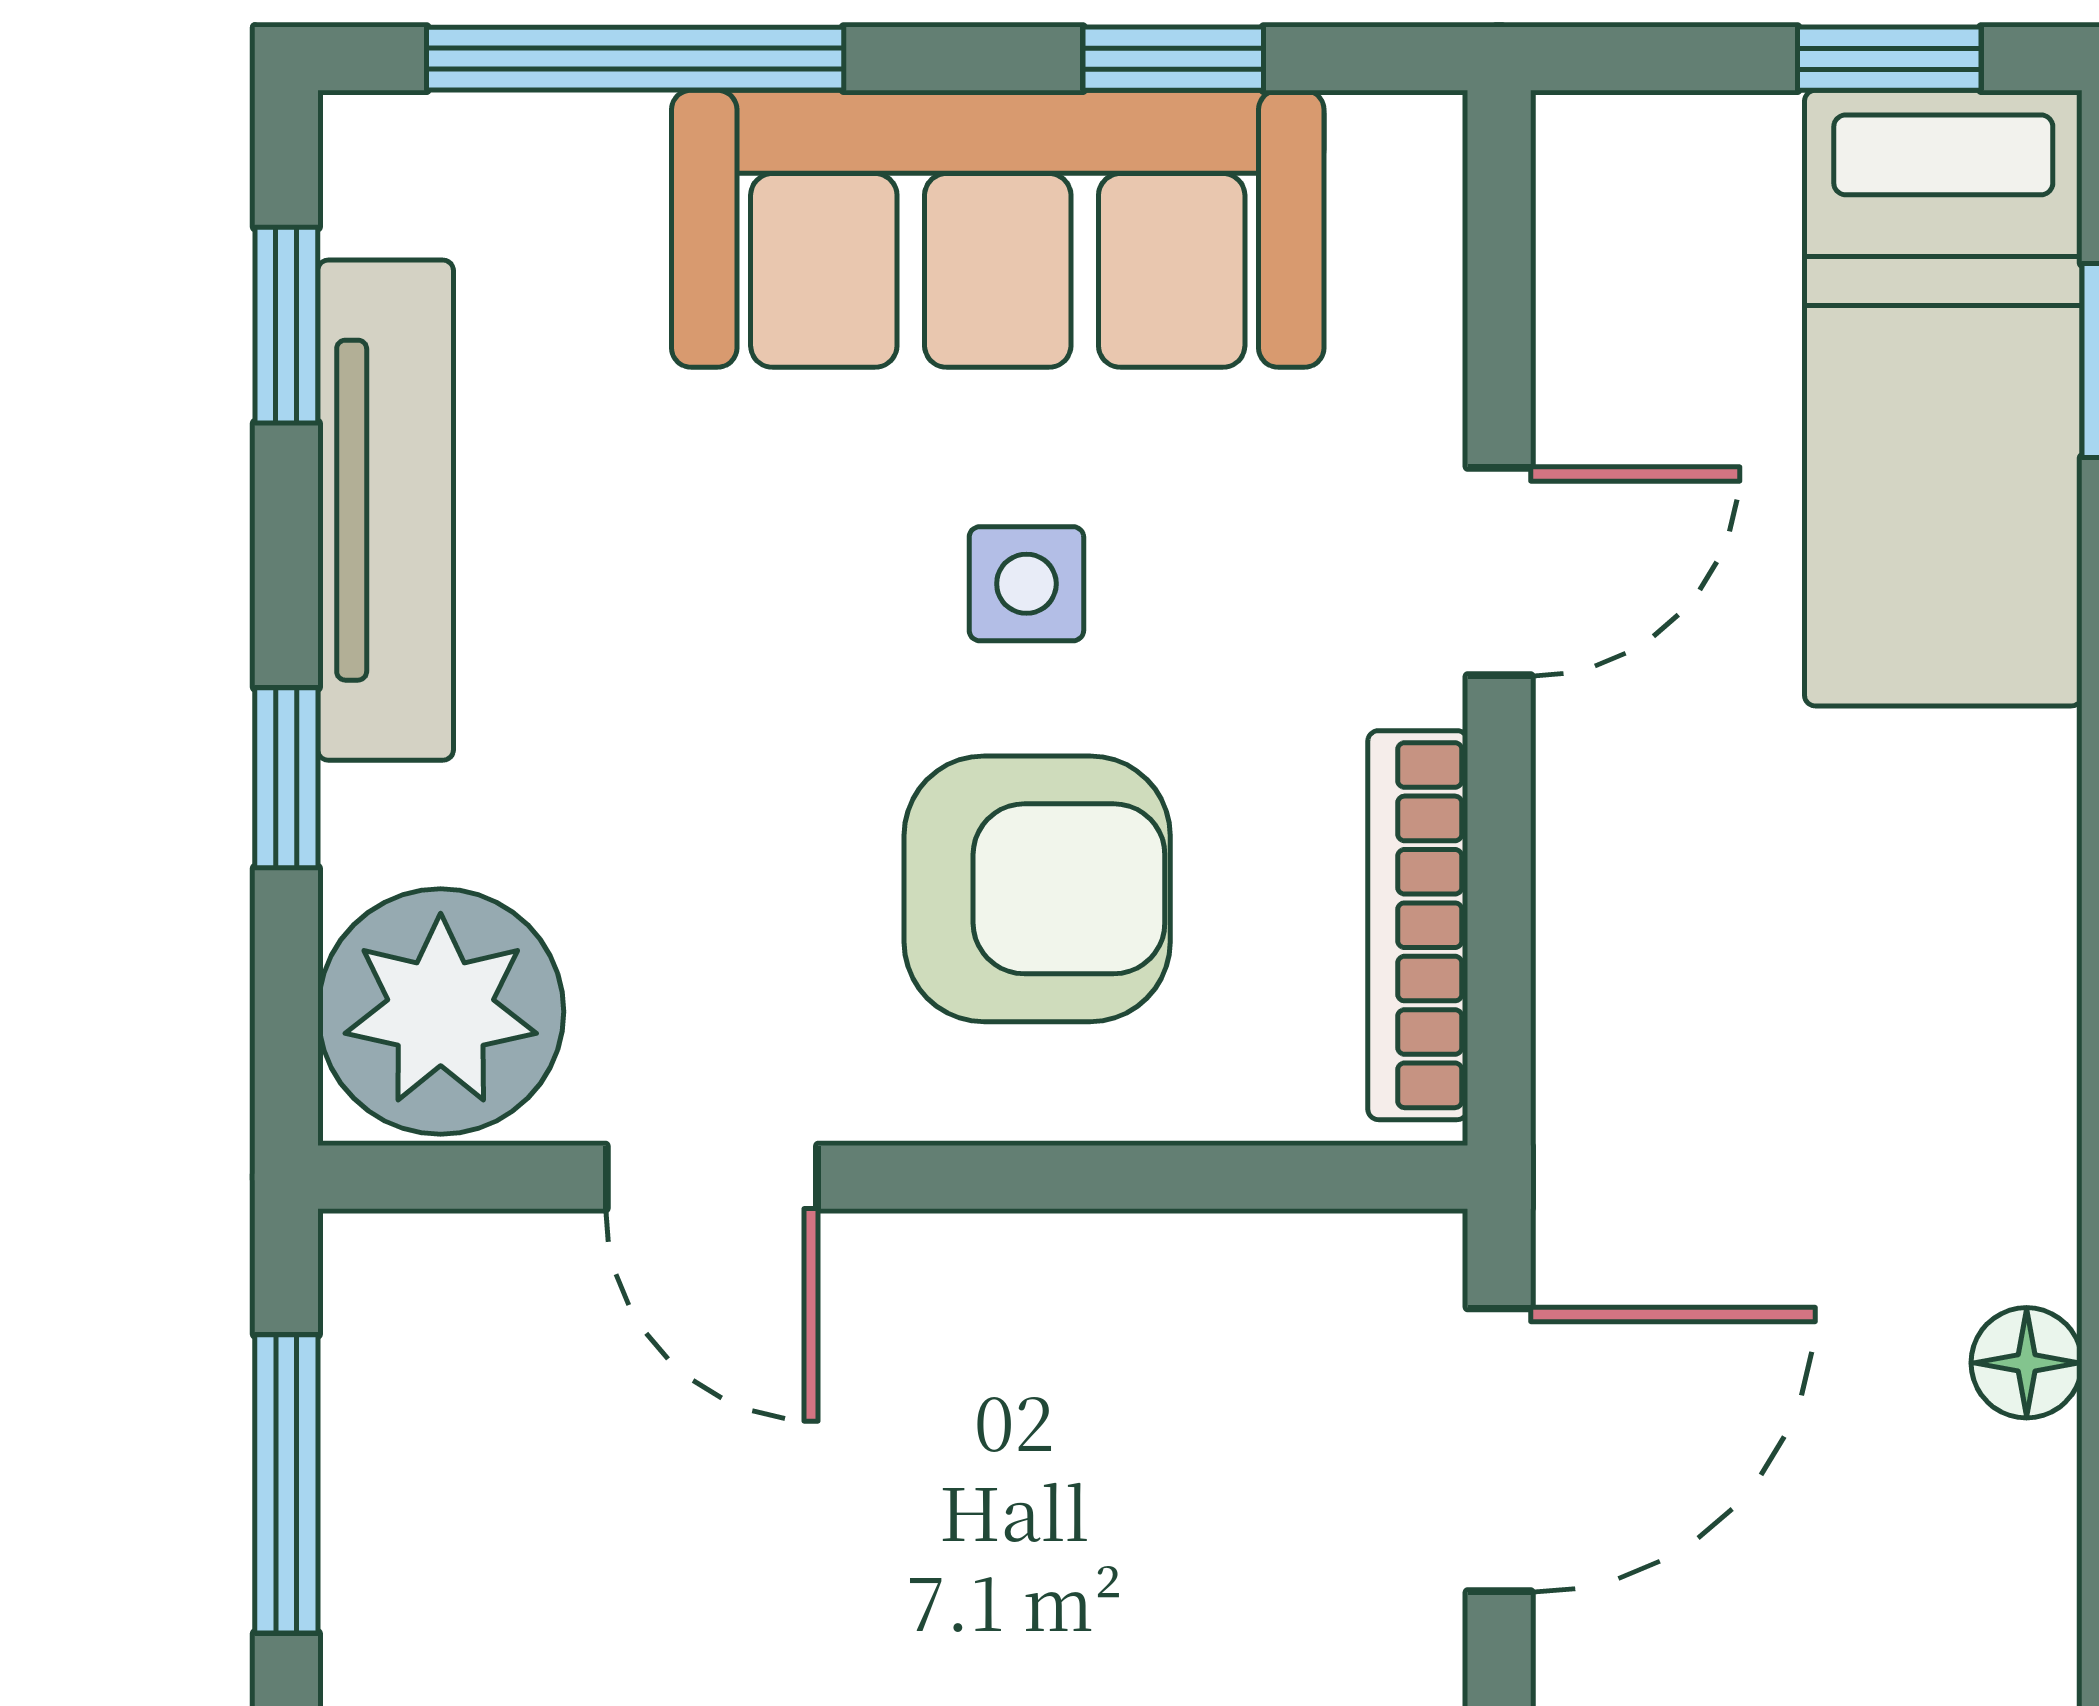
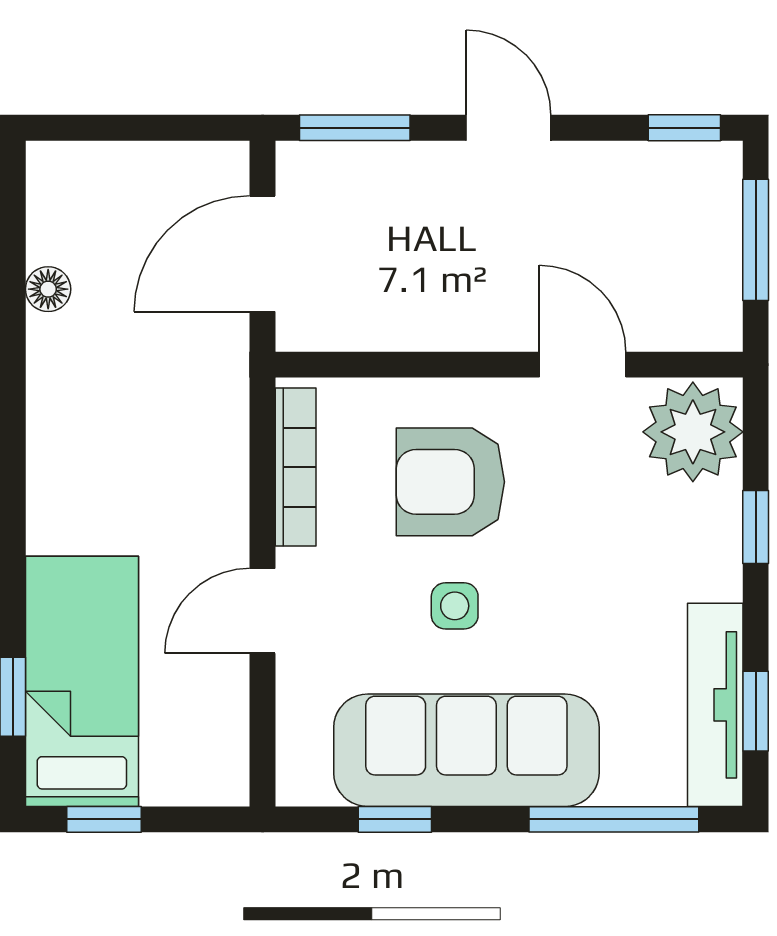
tv unit: (386, 510) -> (715, 705), moved

